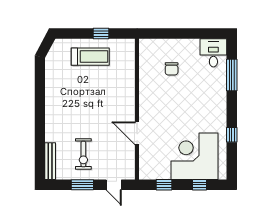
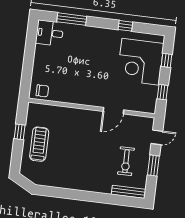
chair: (172, 69) -> (42, 91), moved
exercise bike: (83, 154) -> (126, 161), turned 89

